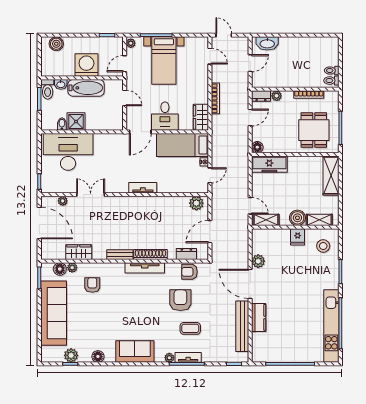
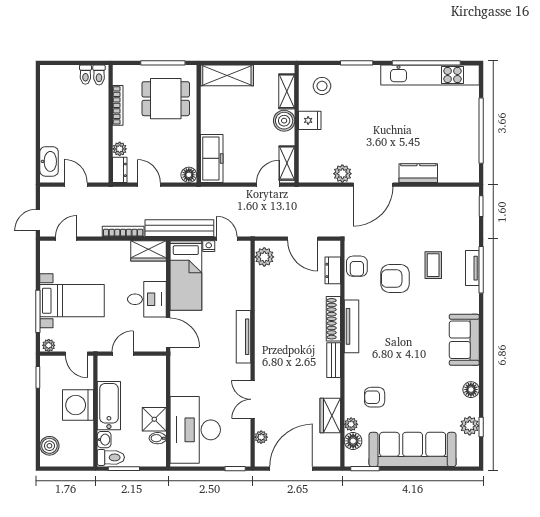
tv unit: (143, 188) -> (244, 337), width x1.41
bench: (242, 326) -> (179, 228), moved
plant: (169, 358) -> (473, 293), removed

